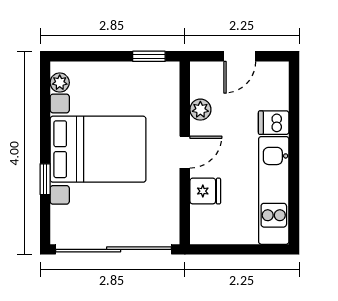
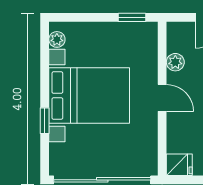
door: (185, 152) -> (162, 98), hinge flipped
fridge: (205, 191) -> (179, 165), moved

